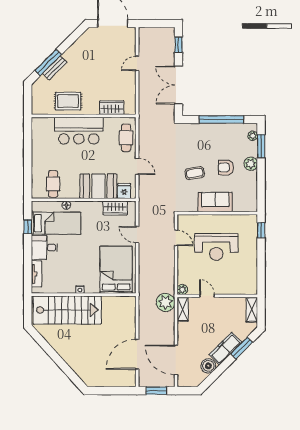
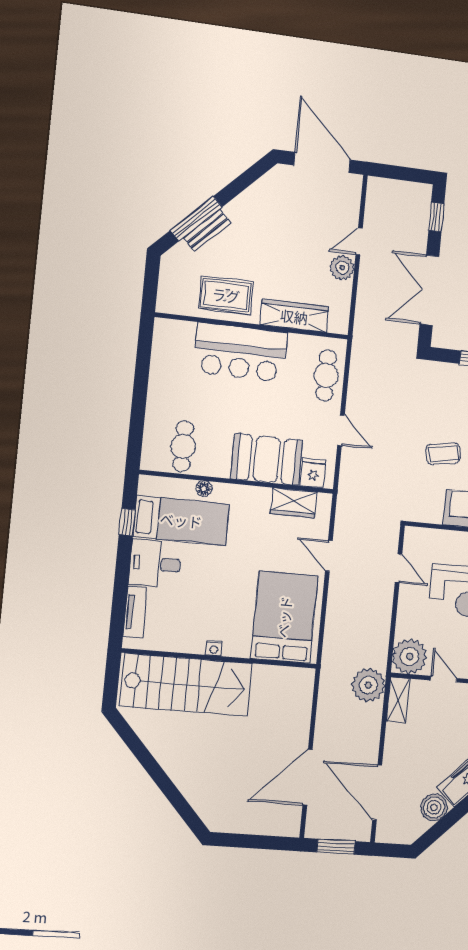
plant: (129, 79) -> (342, 268), added
wardrobe: (112, 108) -> (294, 316), width x1.50
plant: (182, 289) -> (410, 656), width x1.87, depth x1.87

